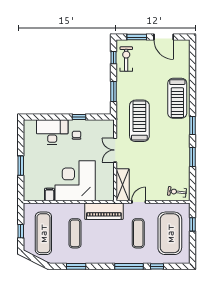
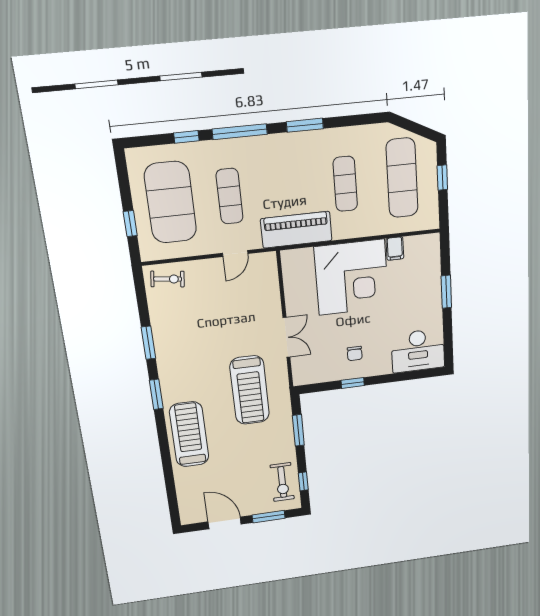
desk: (52, 132) -> (418, 351), moved
shelving: (123, 185) -> (267, 280), removed
window: (76, 266) -> (305, 125), moved

